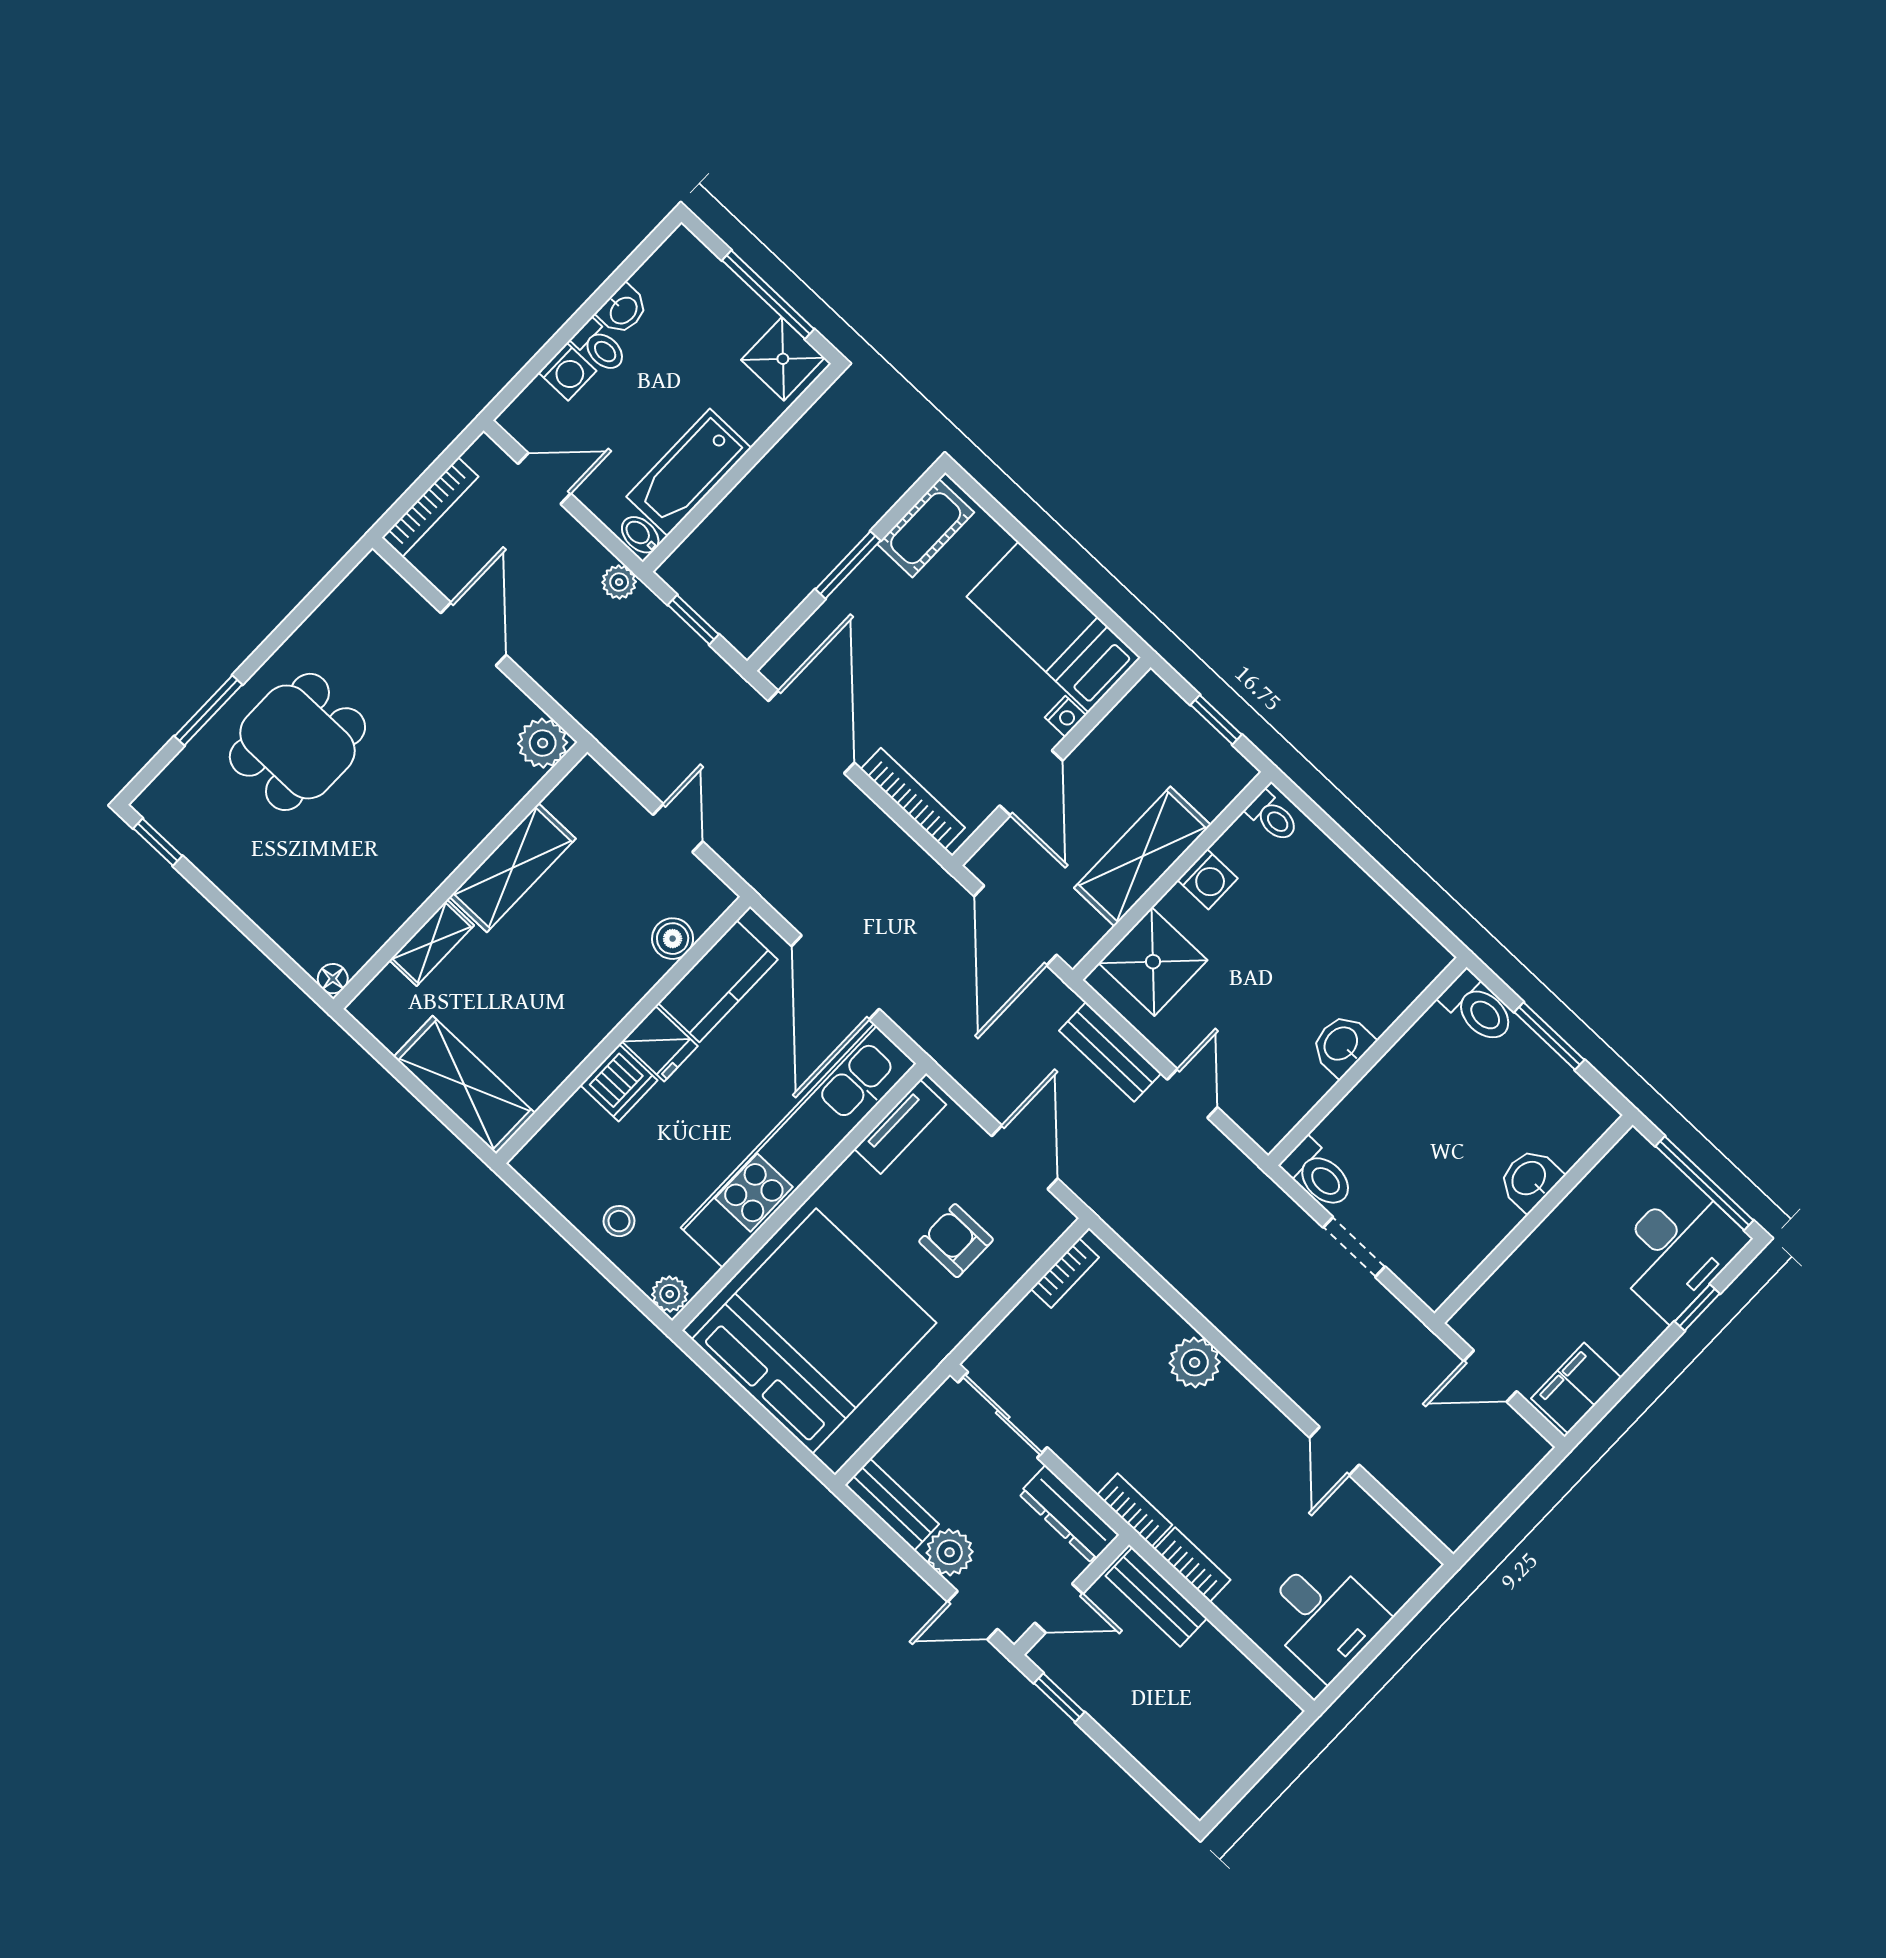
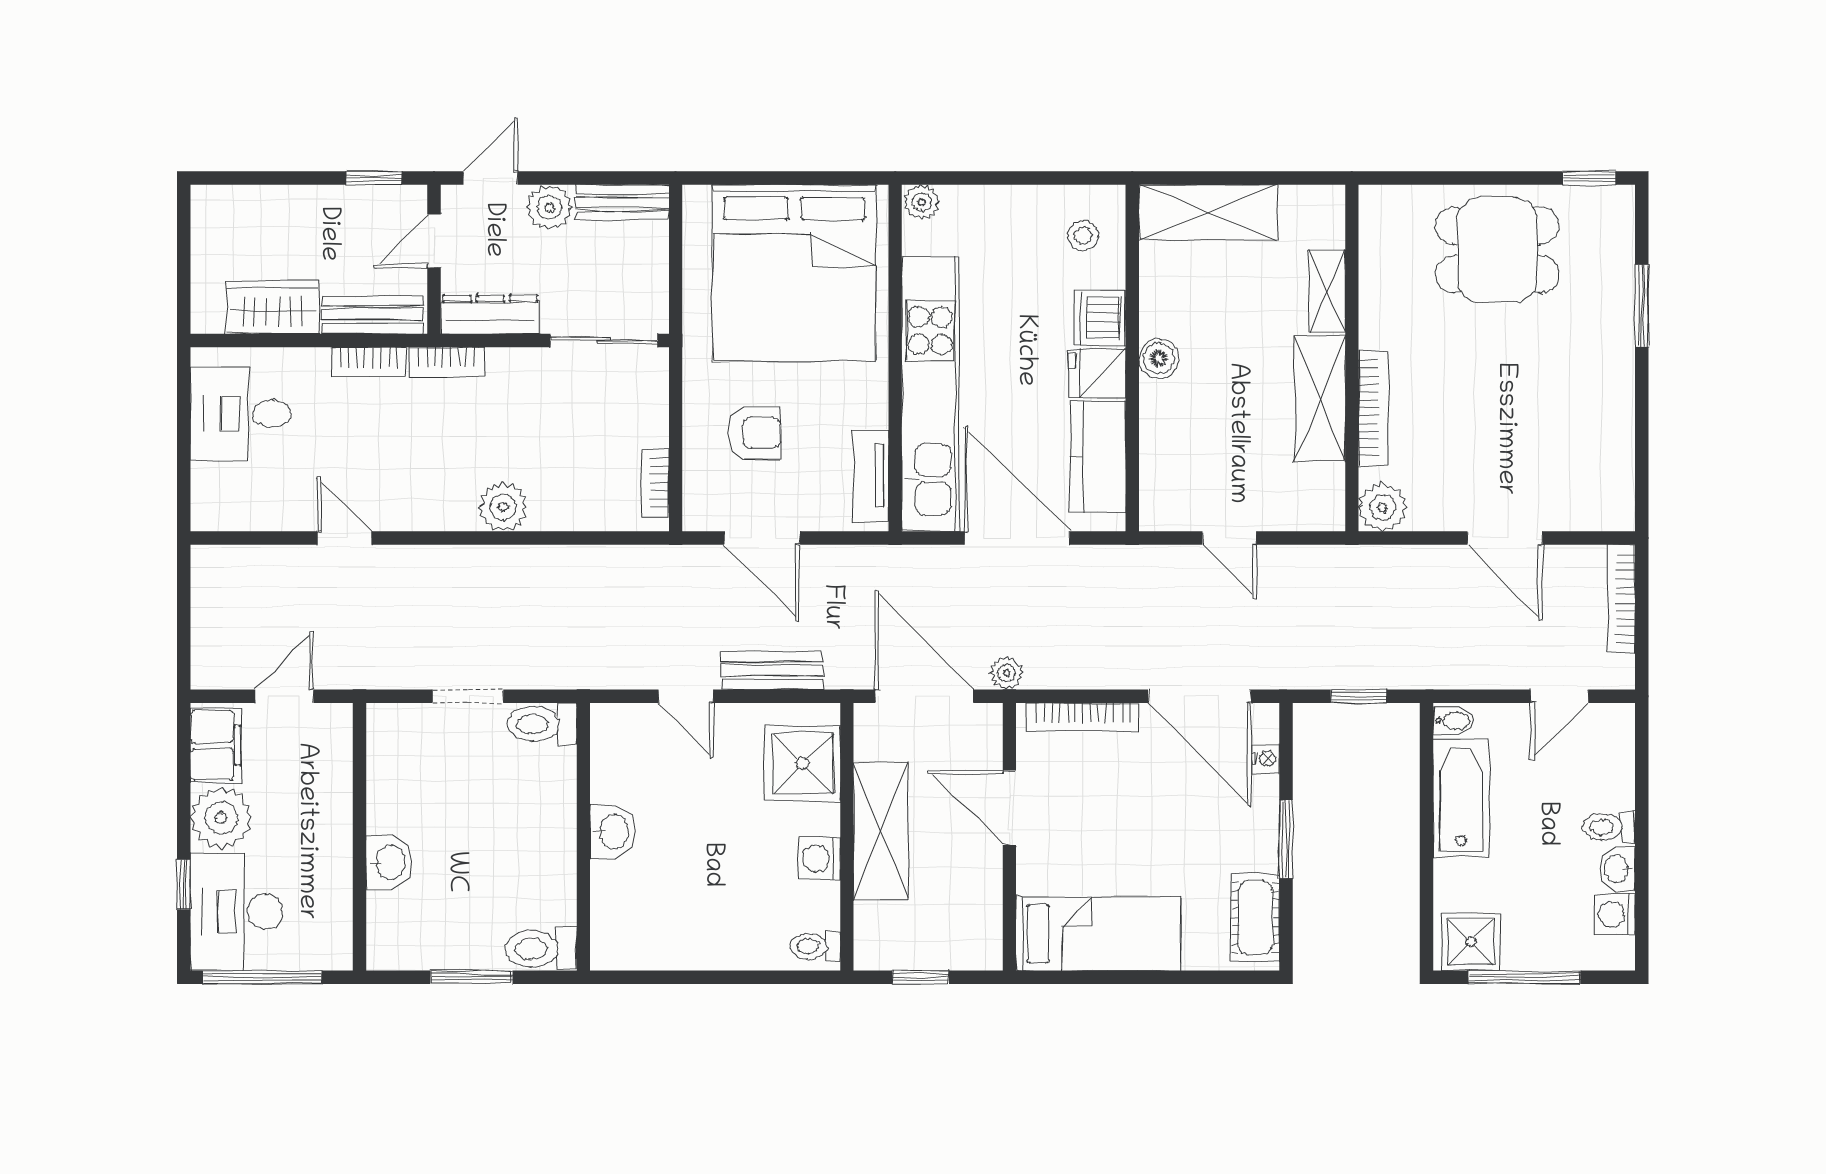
washing machine: (567, 372) -> (1615, 914), moved
plant: (619, 582) -> (1007, 673), moved
nightstand: (1065, 716) -> (1265, 759), moved, turned 180
dining table: (297, 742) -> (1497, 250), moved, turned 90
bookcase: (479, 824) -> (1373, 408), added
boiler: (673, 939) -> (1159, 359), moved
floor lamp: (333, 979) -> (1373, 199), removed
stool: (619, 1221) -> (1083, 236), moved
plant: (1623, 1330) -> (221, 818), added
wardrobe: (1225, 1673) -> (273, 307), added

